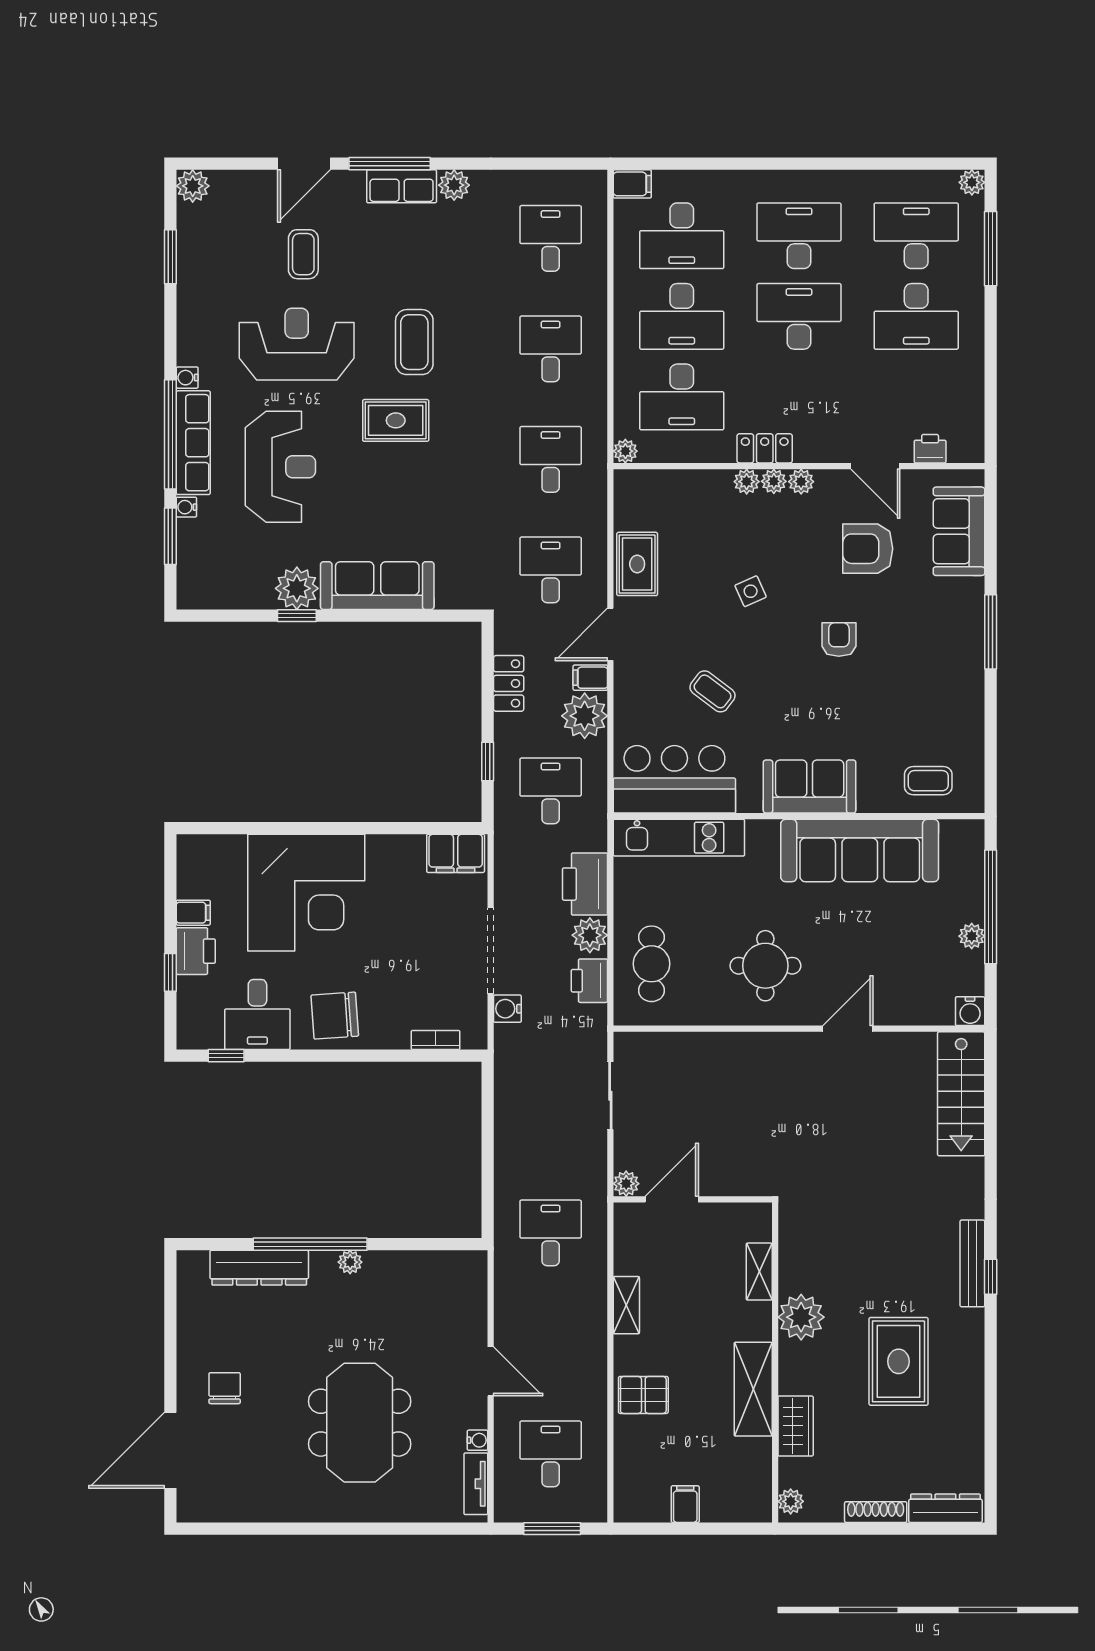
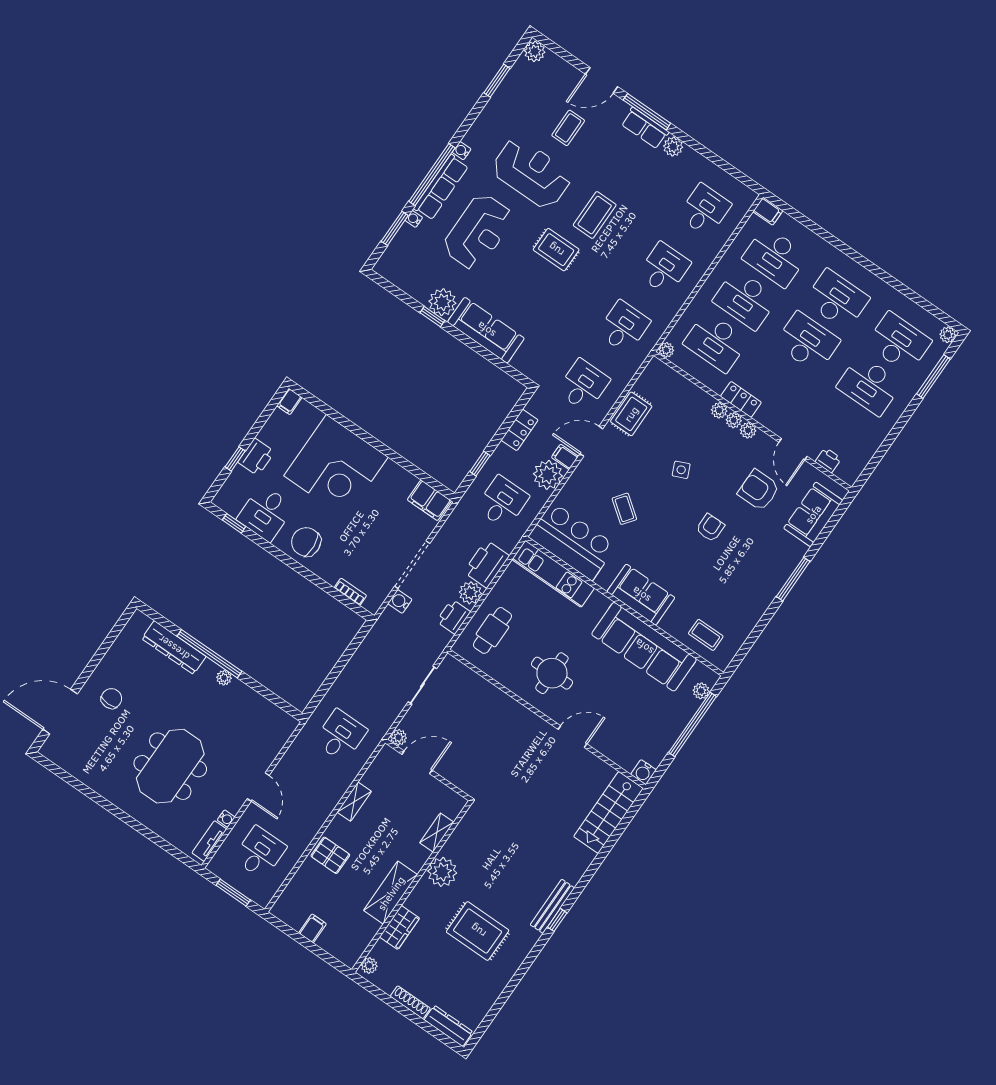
filing cabinet: (193, 913) -> (289, 402), moved, turned 90
plant: (972, 936) -> (701, 691), moved
rug: (899, 1361) -> (478, 931), turned 90

